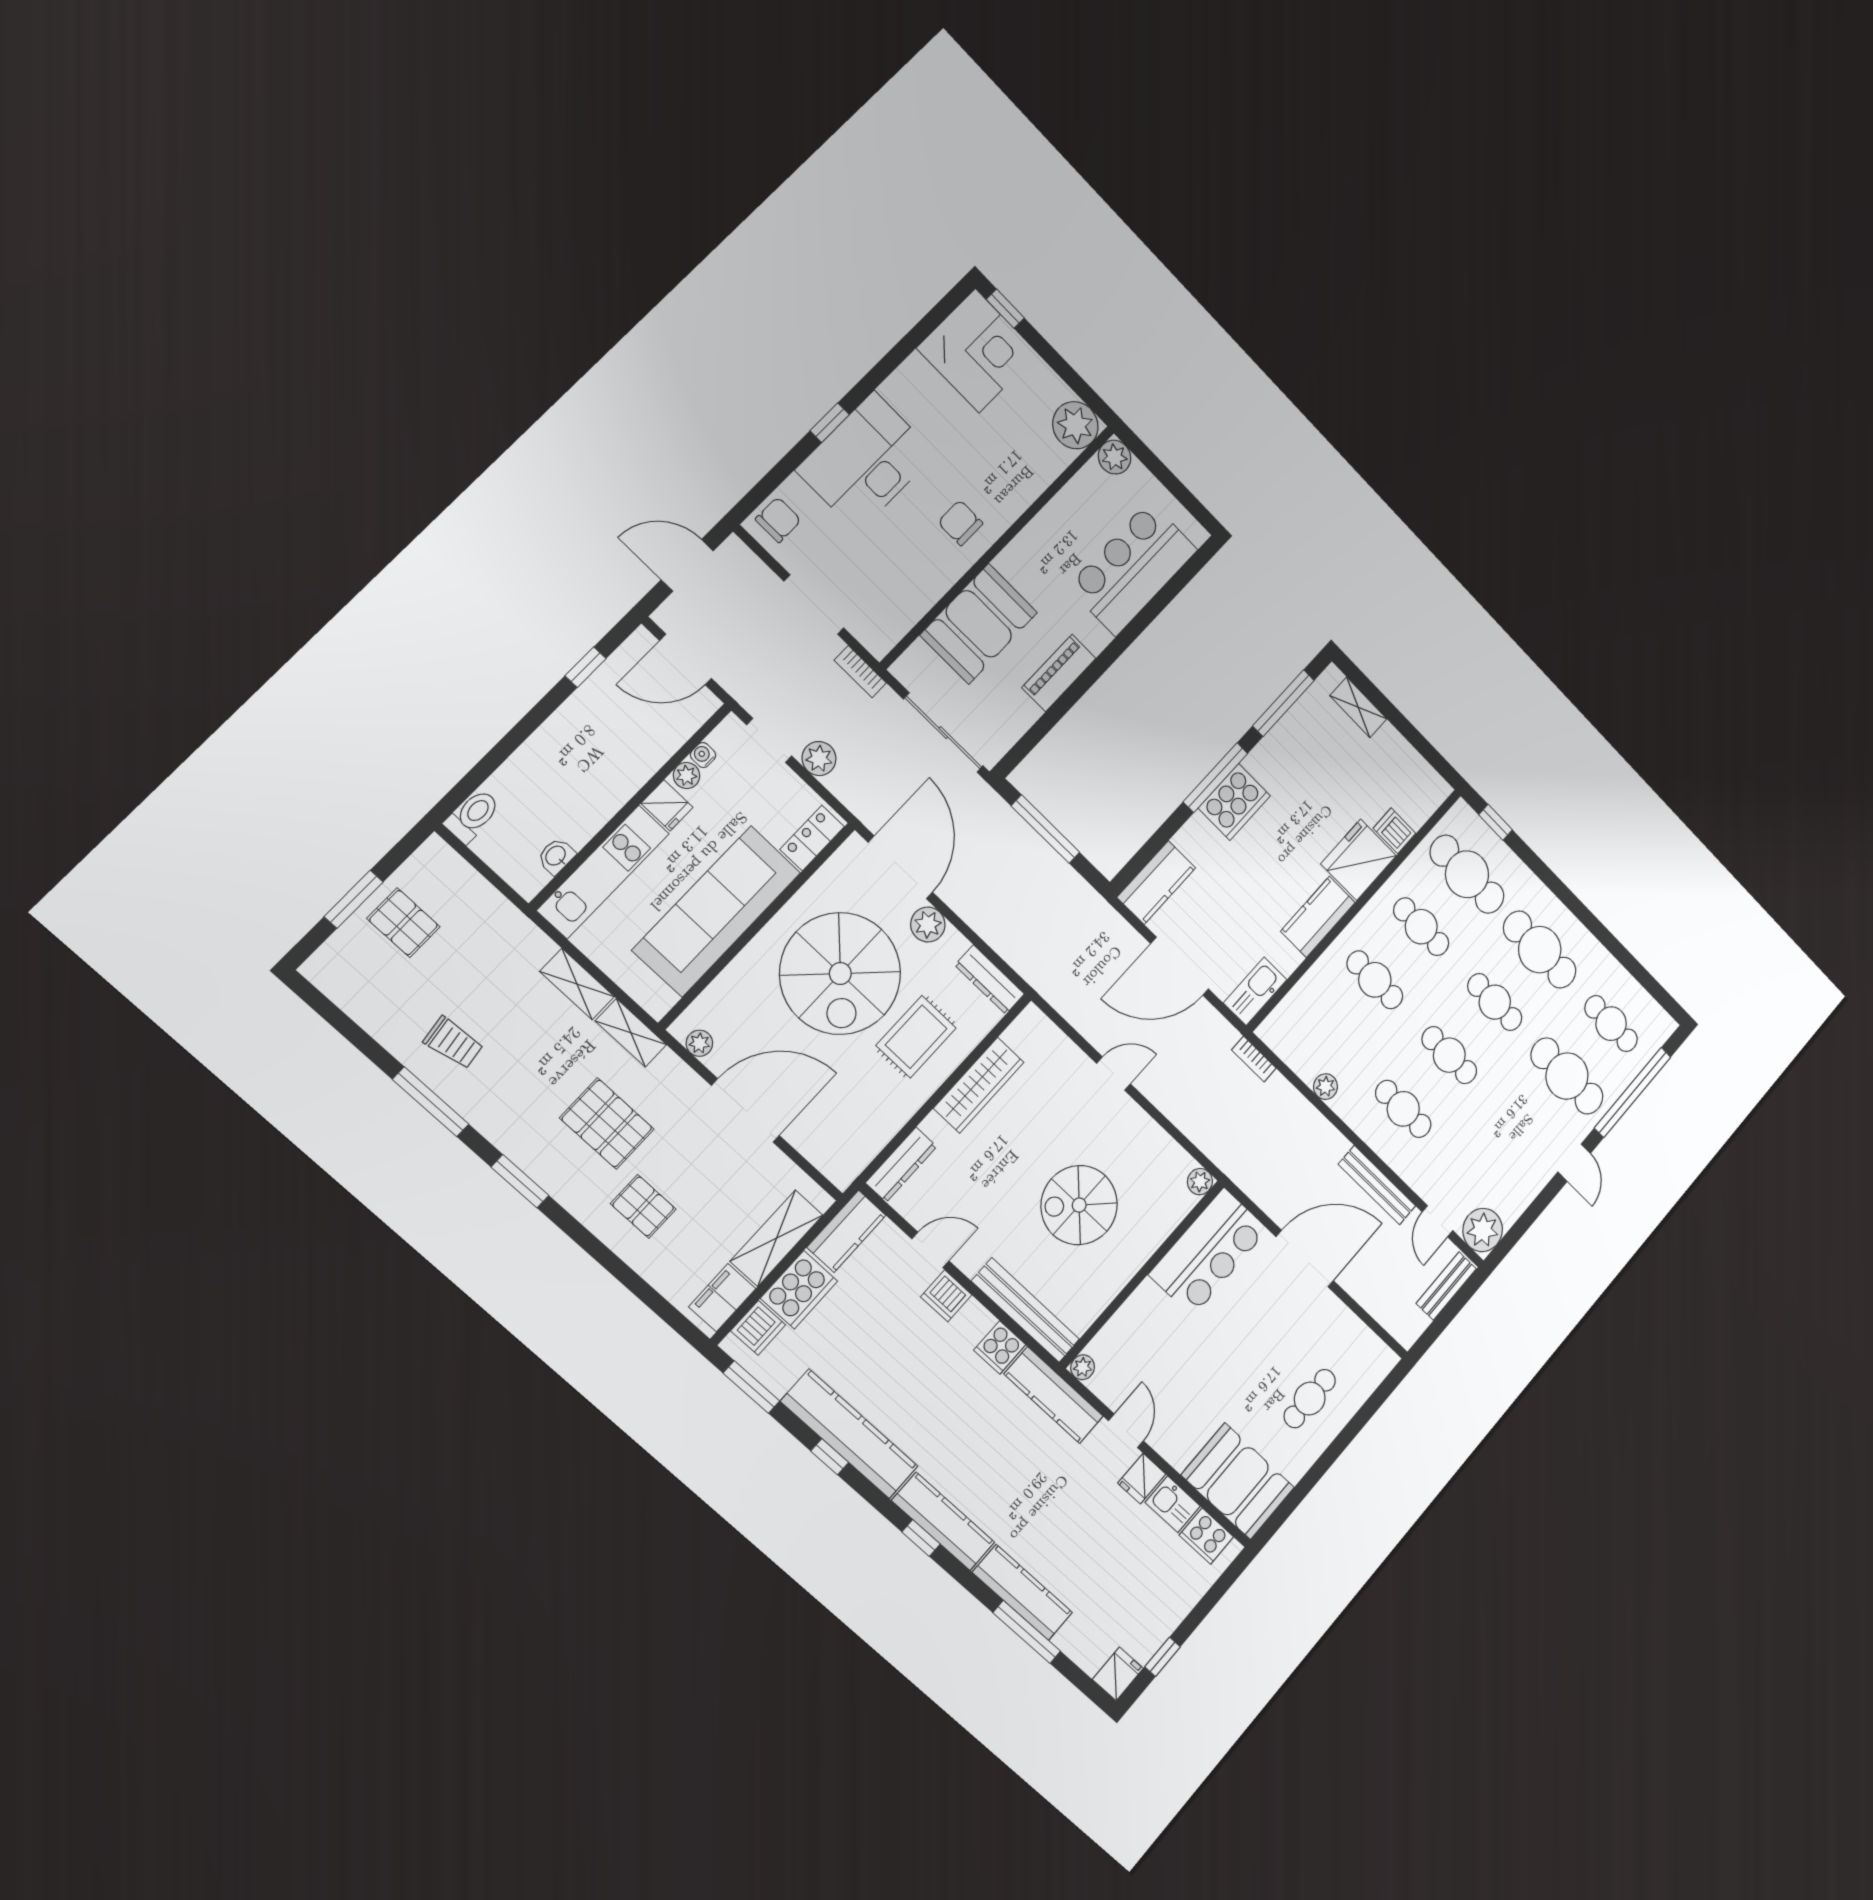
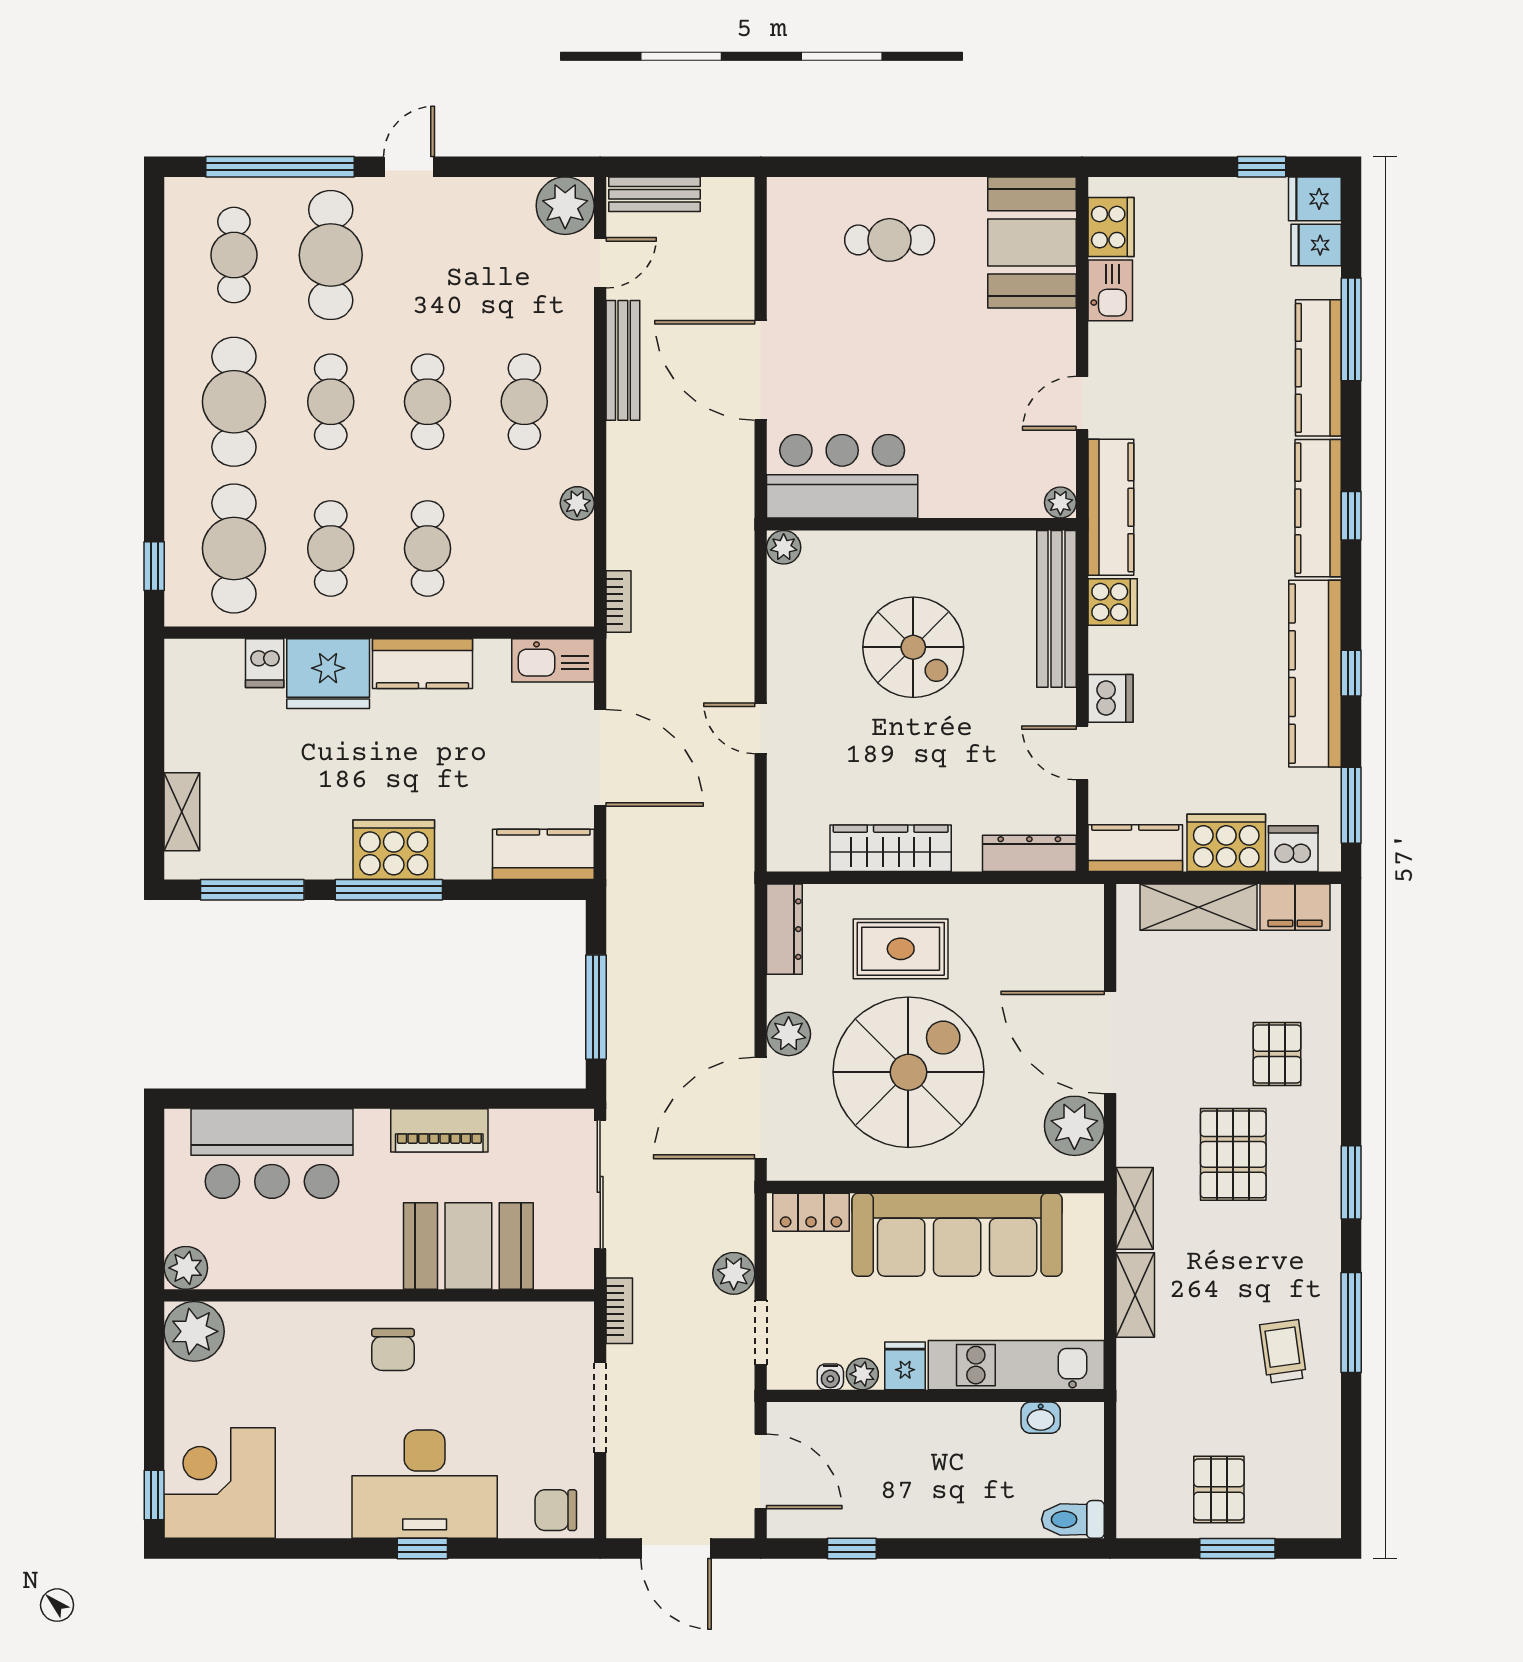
plant: (699, 1043) -> (1074, 1126), width x1.87, depth x1.87
fridge: (1142, 1479) -> (1316, 245), moved, turned 180

